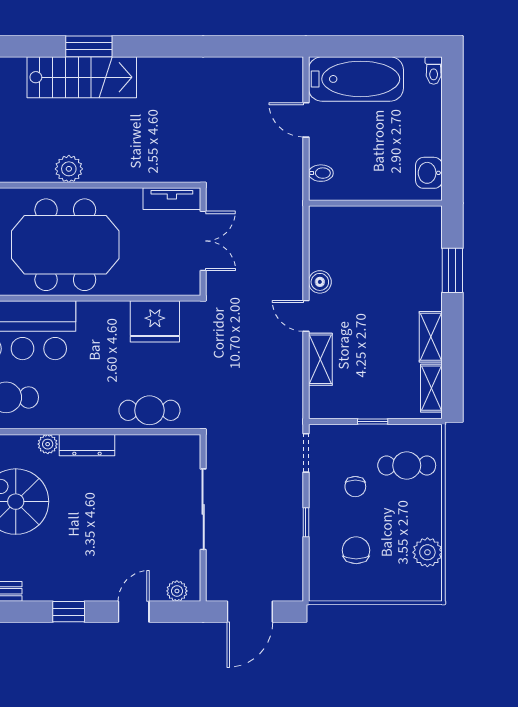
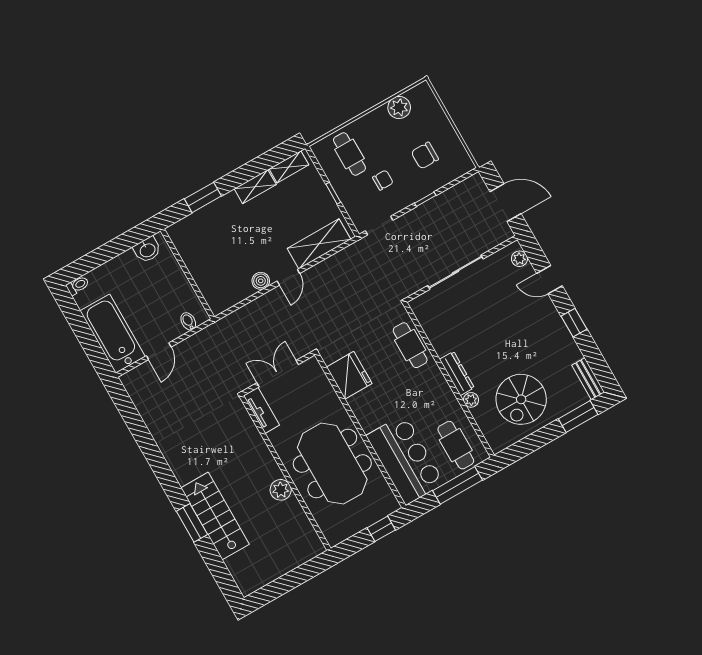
shelving: (320, 359) -> (319, 244), width x1.50, depth x1.33

